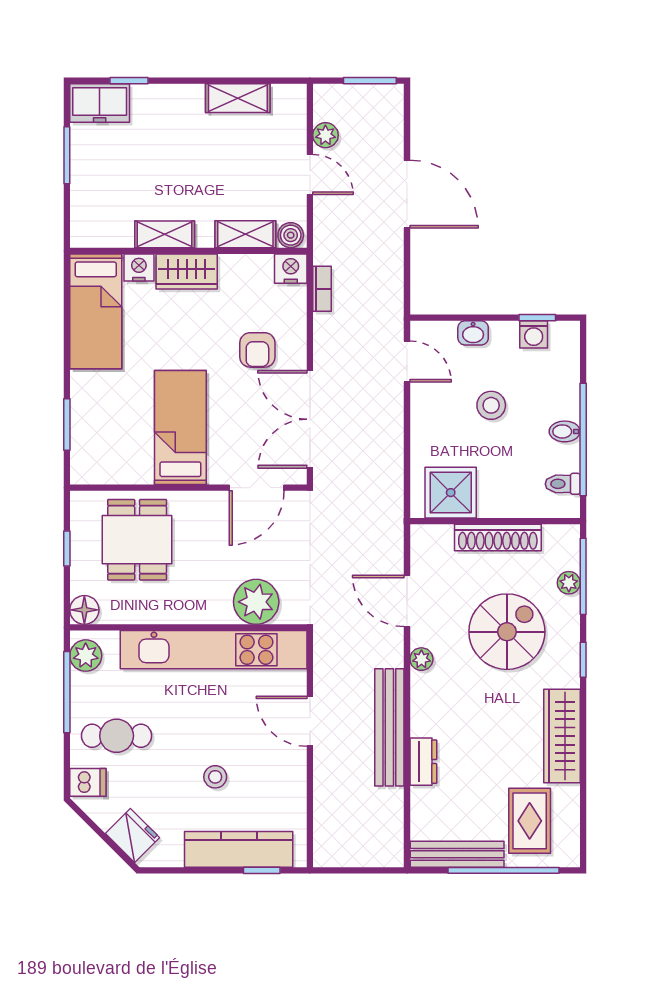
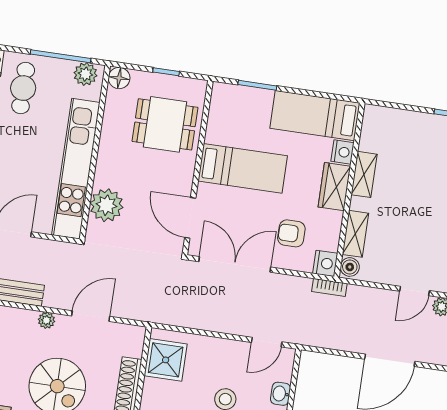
shelving: (165, 234) -> (364, 174), moved
shelving: (245, 234) -> (355, 234), moved
boiler: (291, 235) -> (350, 267), moved
wall: (188, 251) -> (349, 190), moved
nightstand: (139, 268) -> (342, 152), moved
nightstand: (291, 269) -> (325, 263), moved
wardrobe: (187, 271) -> (334, 187), moved
bed: (96, 311) -> (315, 115), moved

